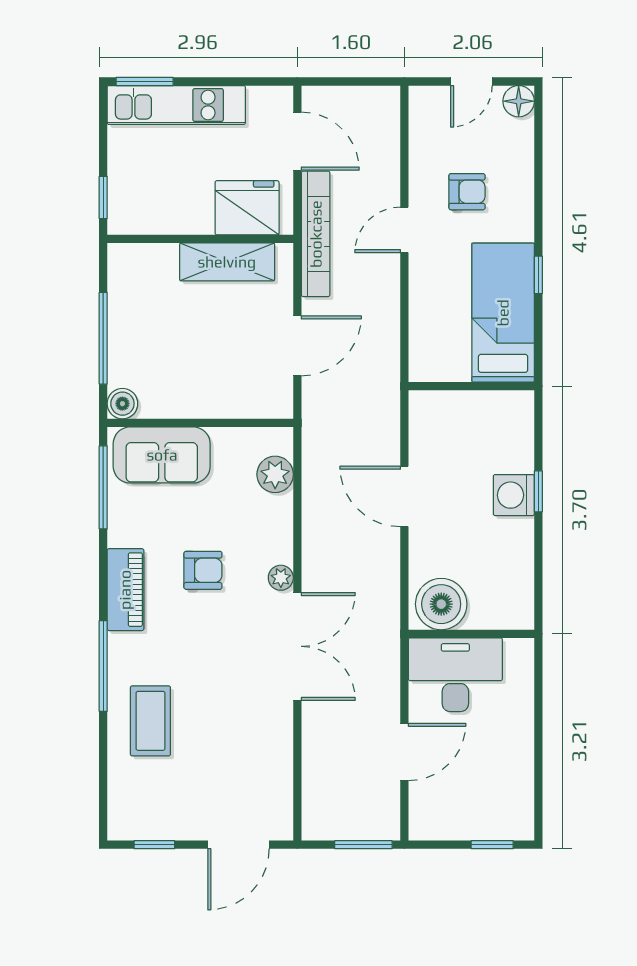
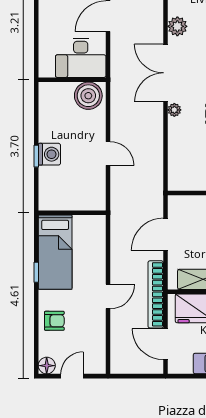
armchair: (467, 192) -> (54, 321), moved, turned 180
plant: (275, 474) -> (177, 26), moved
door: (404, 496) -> (108, 153), width x0.73

